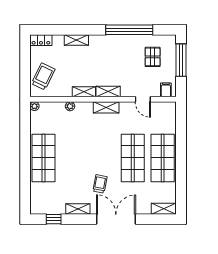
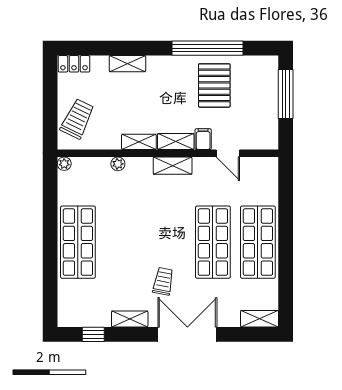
pallet: (153, 57) -> (214, 85), moved, width x1.50, depth x1.42
filing cabinet: (166, 90) -> (203, 139), moved

